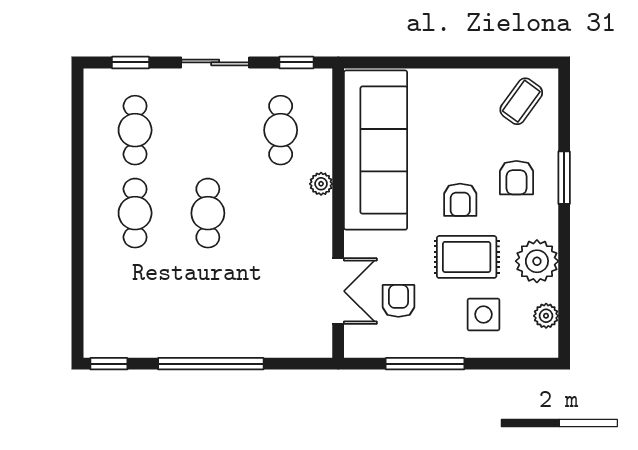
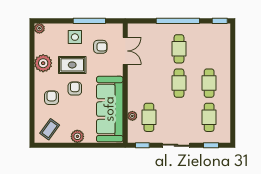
plant: (454, 84) -> (77, 136), added
window: (564, 178) -> (32, 98), removed
plant: (321, 184) -> (132, 116), moved
double door: (338, 291) -> (125, 51), swing flipped
cafe table: (208, 296) -> (179, 49), added
armchair: (398, 301) -> (100, 47), turned -90
side table: (483, 314) -> (75, 37), moved
plant: (546, 316) -> (39, 28), moved

